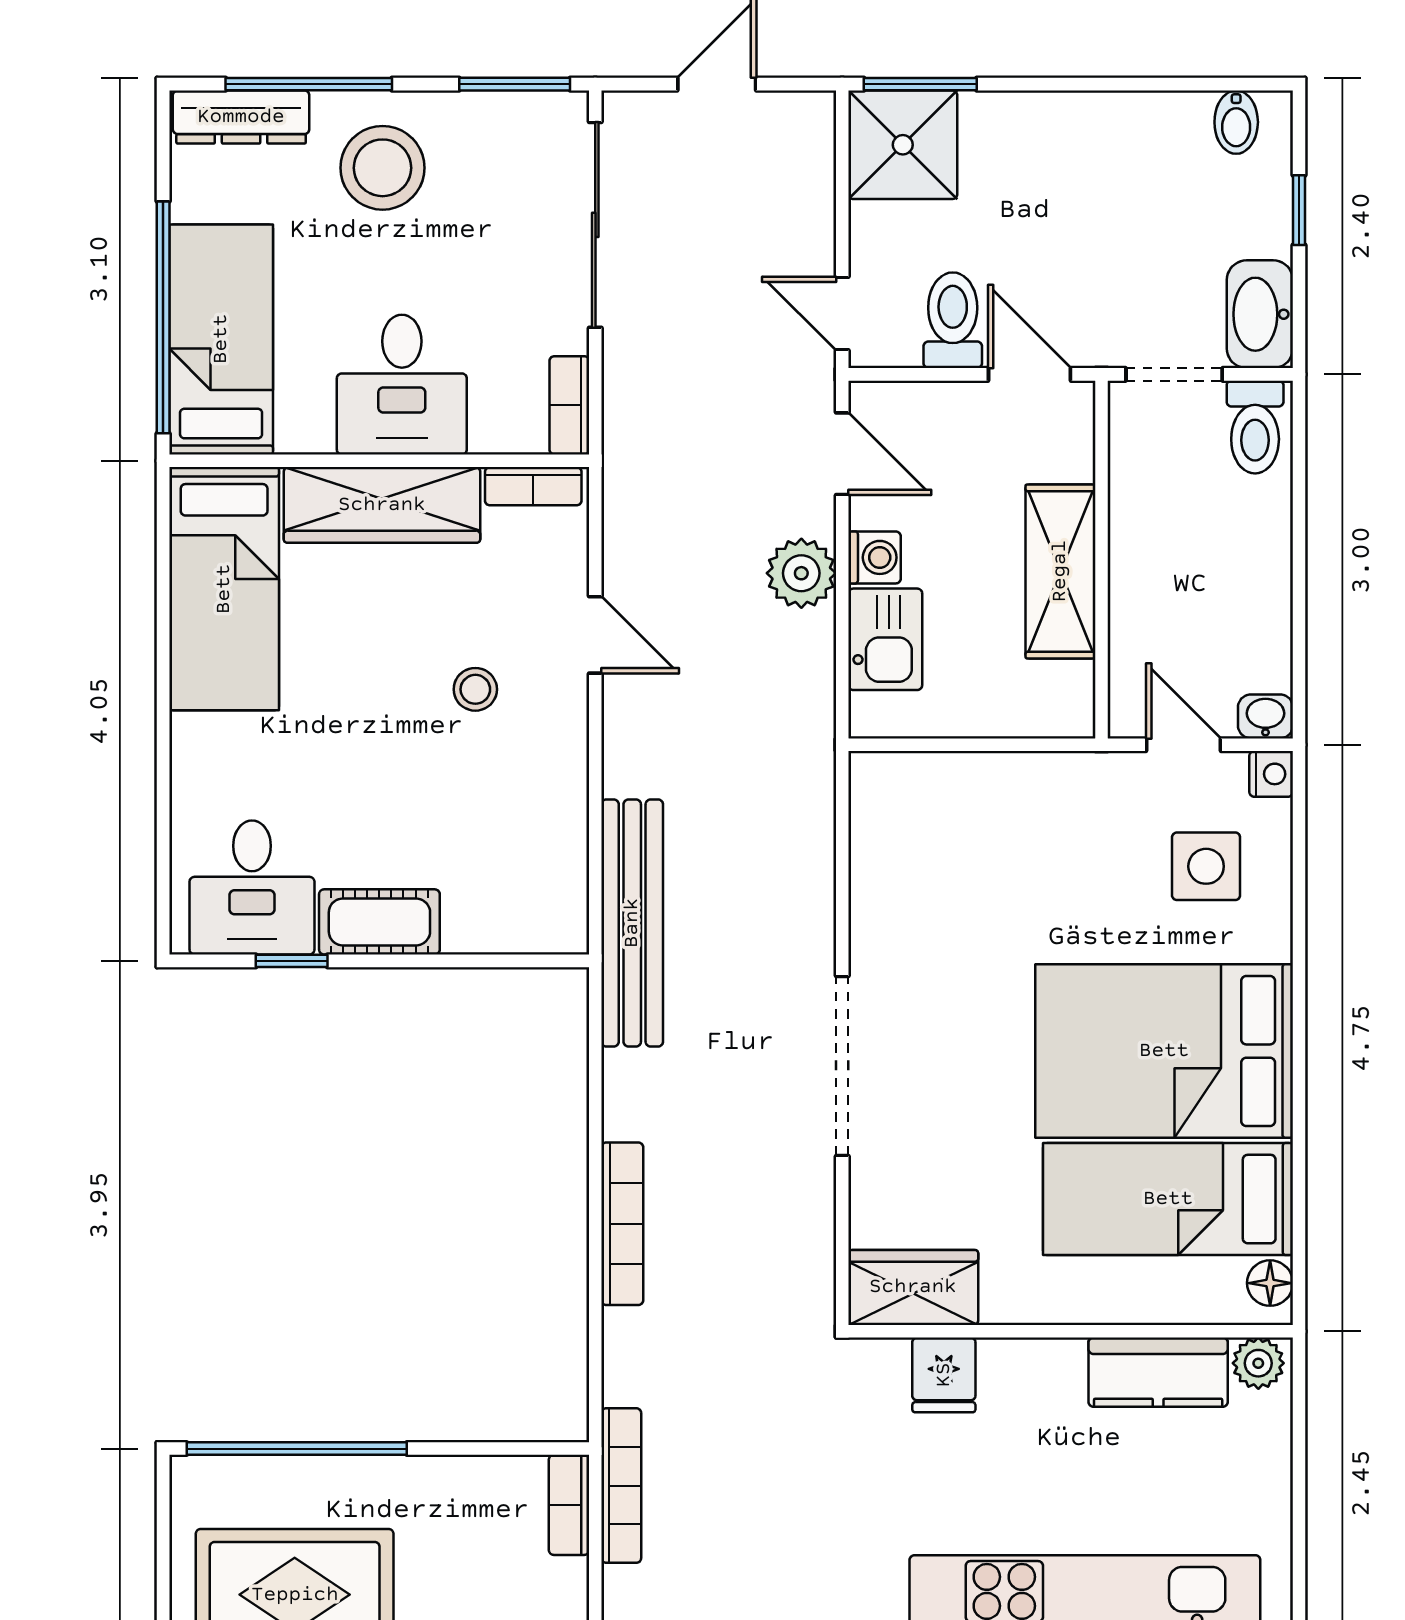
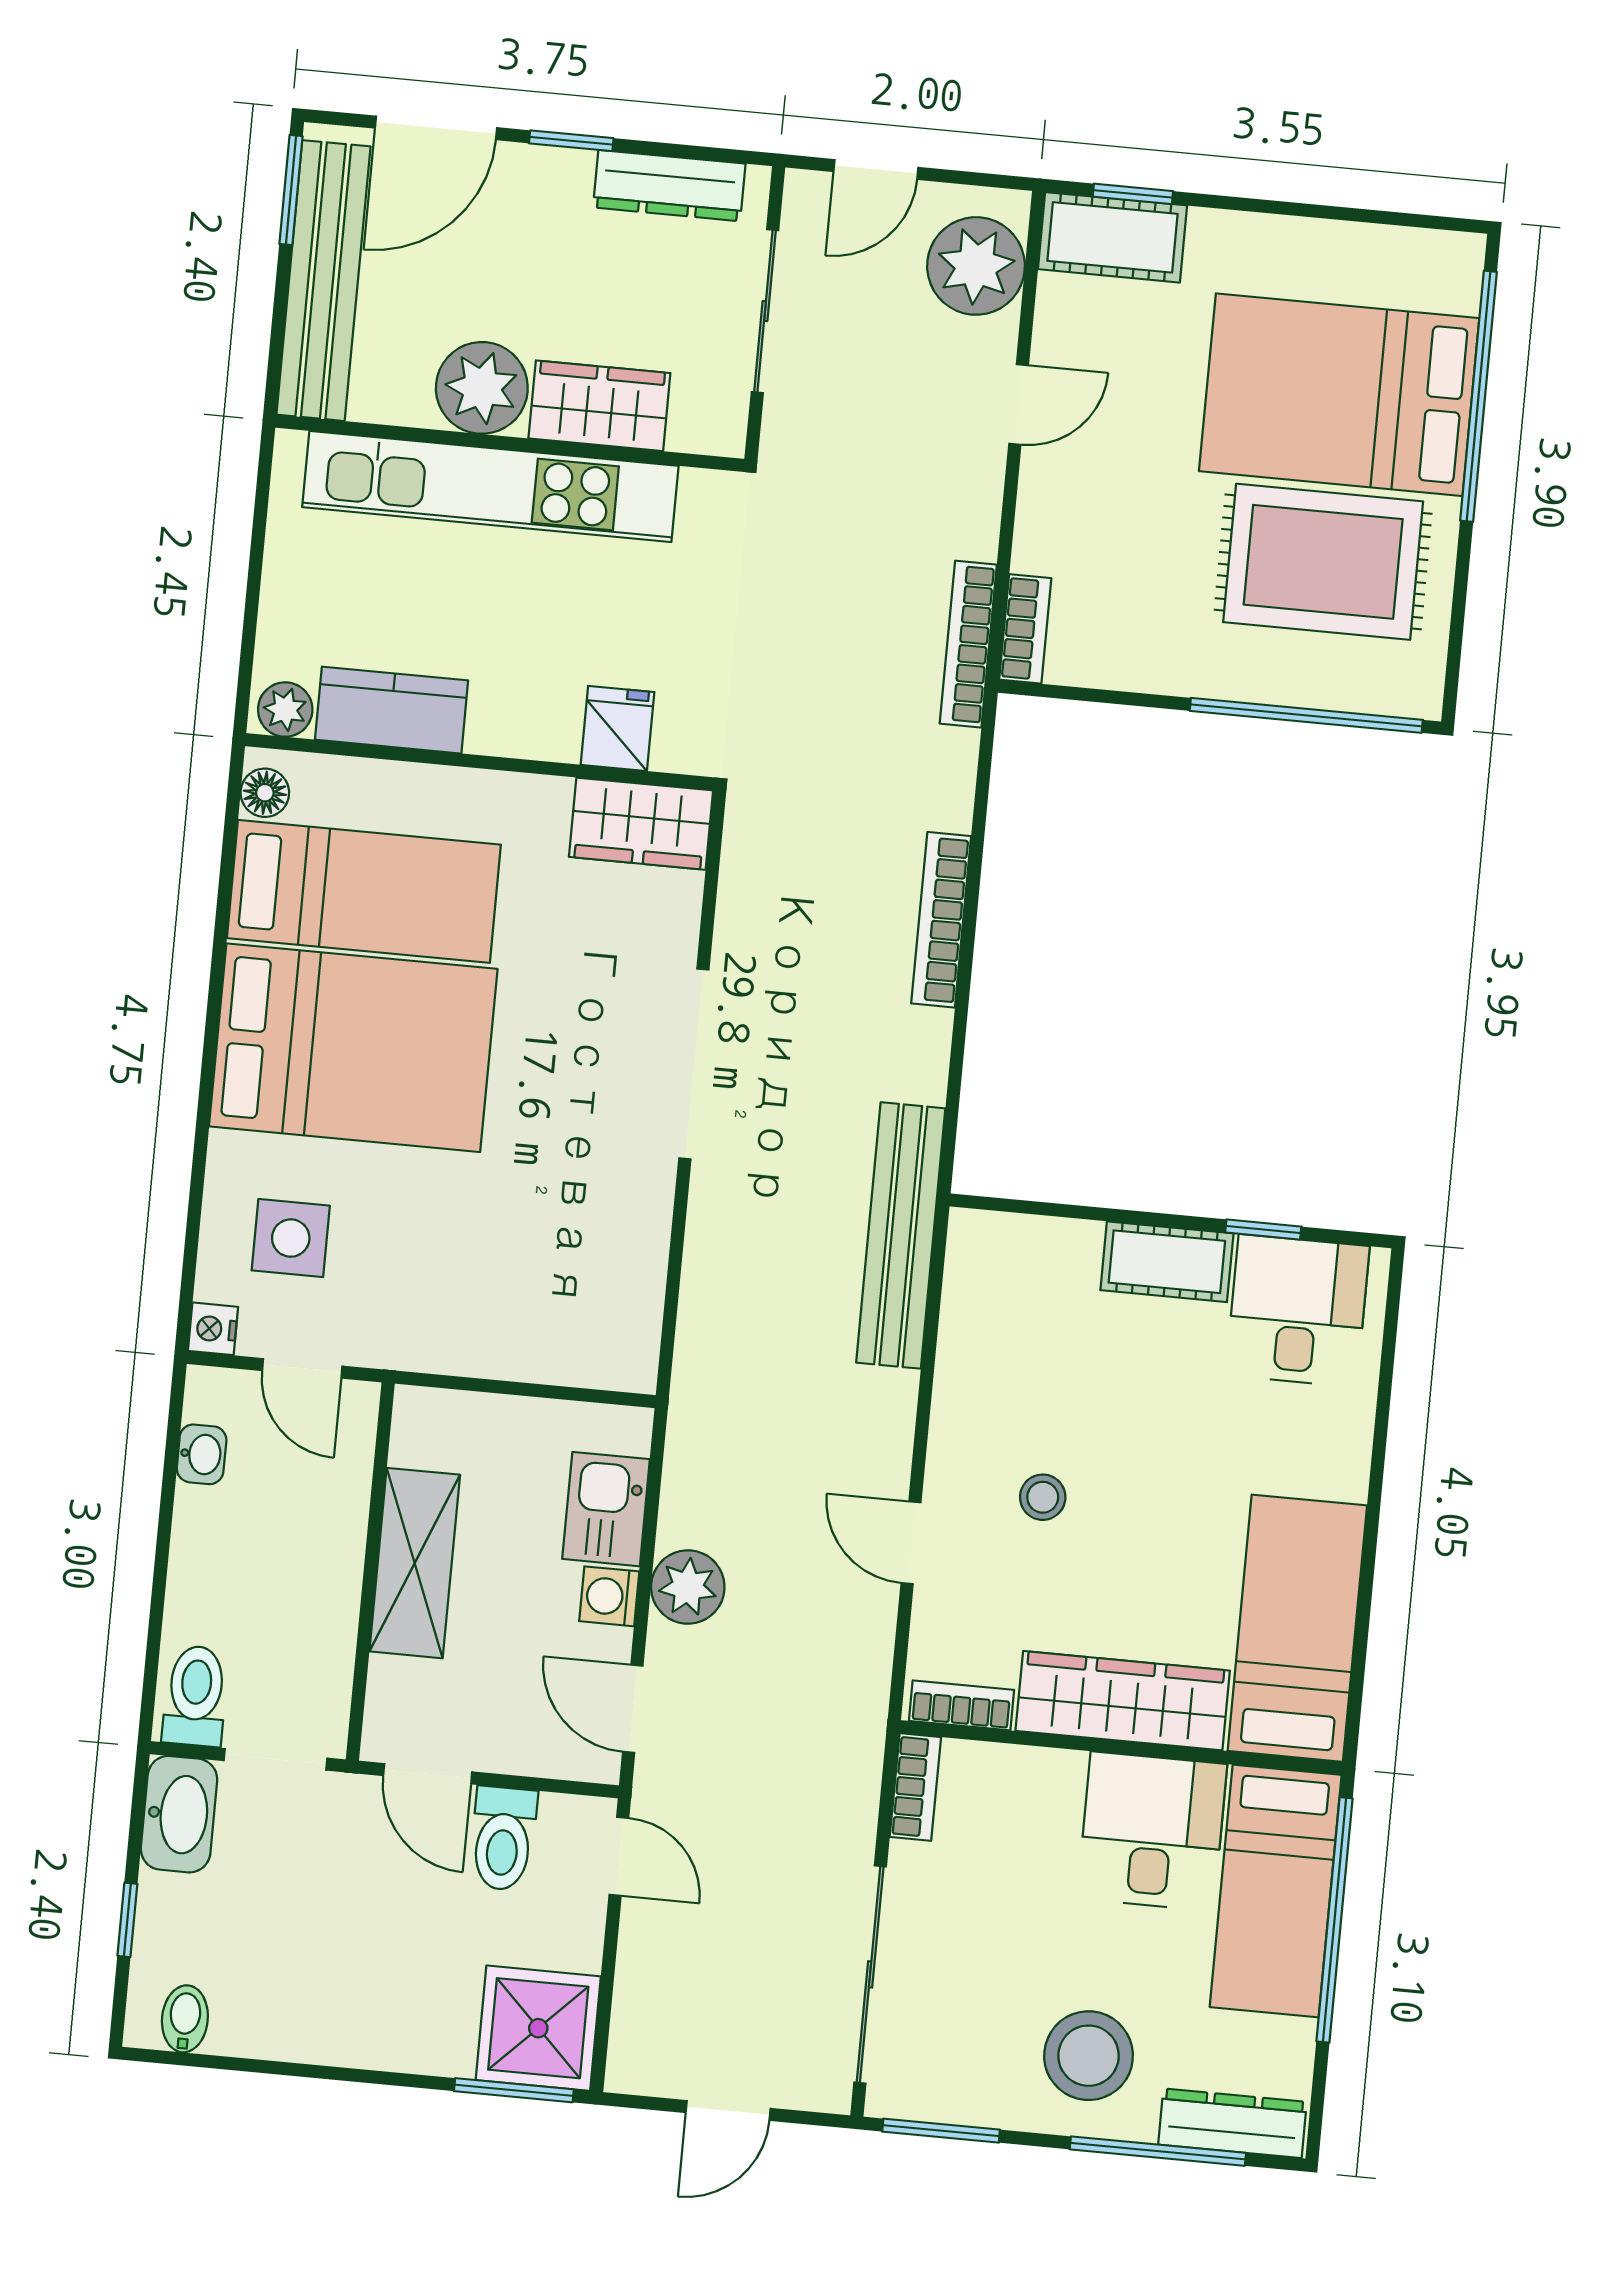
desk: (402, 385) -> (1152, 1831), moved
washbasin: (1265, 716) -> (202, 1454), moved, turned -90

